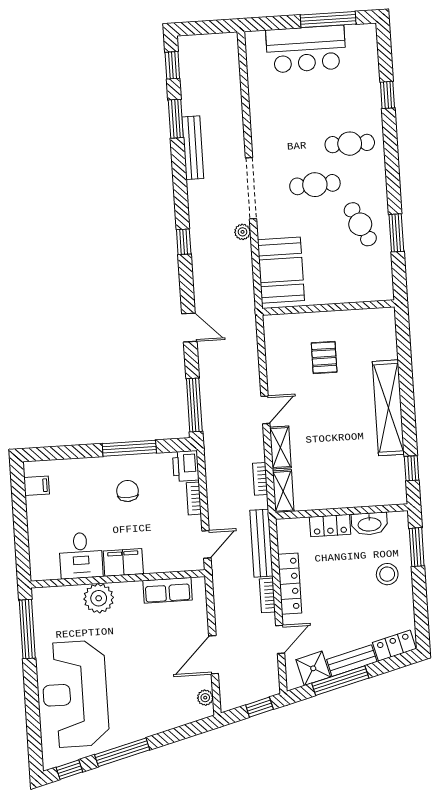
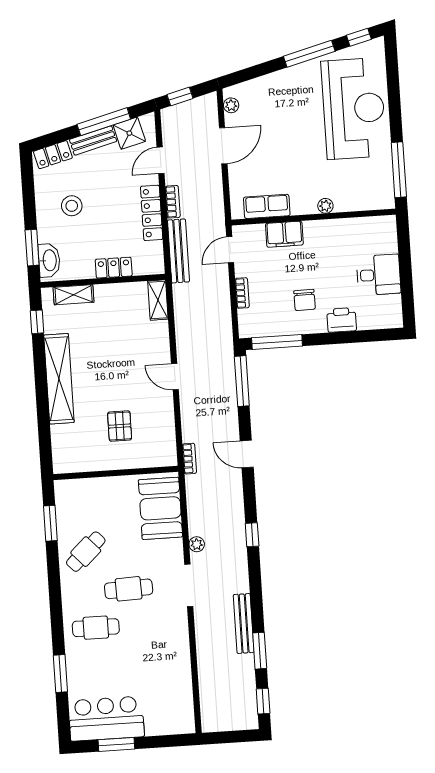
window: (328, 20) -> (116, 744), width x0.69
bar counter: (306, 49) -> (106, 719), moved
window: (387, 95) -> (60, 673), width x1.50
doorway: (251, 188) -> (189, 585), width x0.73
cafe table: (360, 224) -> (86, 552), turned 73
window: (396, 233) -> (50, 523), moved
door: (265, 410) -> (175, 377), hinge flipped
window: (129, 448) -> (277, 342), moved
shelving: (280, 448) -> (74, 295), moved, turned 90
printer: (186, 466) -> (342, 320), moved, turned -90
bookcase: (260, 479) -> (189, 459), moved
filing cabinet: (37, 486) -> (390, 305), removed
washbasin: (369, 524) -> (49, 260), moved, turned 90
desk: (81, 555) -> (379, 275), moved, turned 90
filing cabinet: (123, 562) -> (284, 234), moved
stool: (387, 574) -> (72, 206), moved
plant: (99, 598) -> (325, 206), width x0.53, depth x0.53

